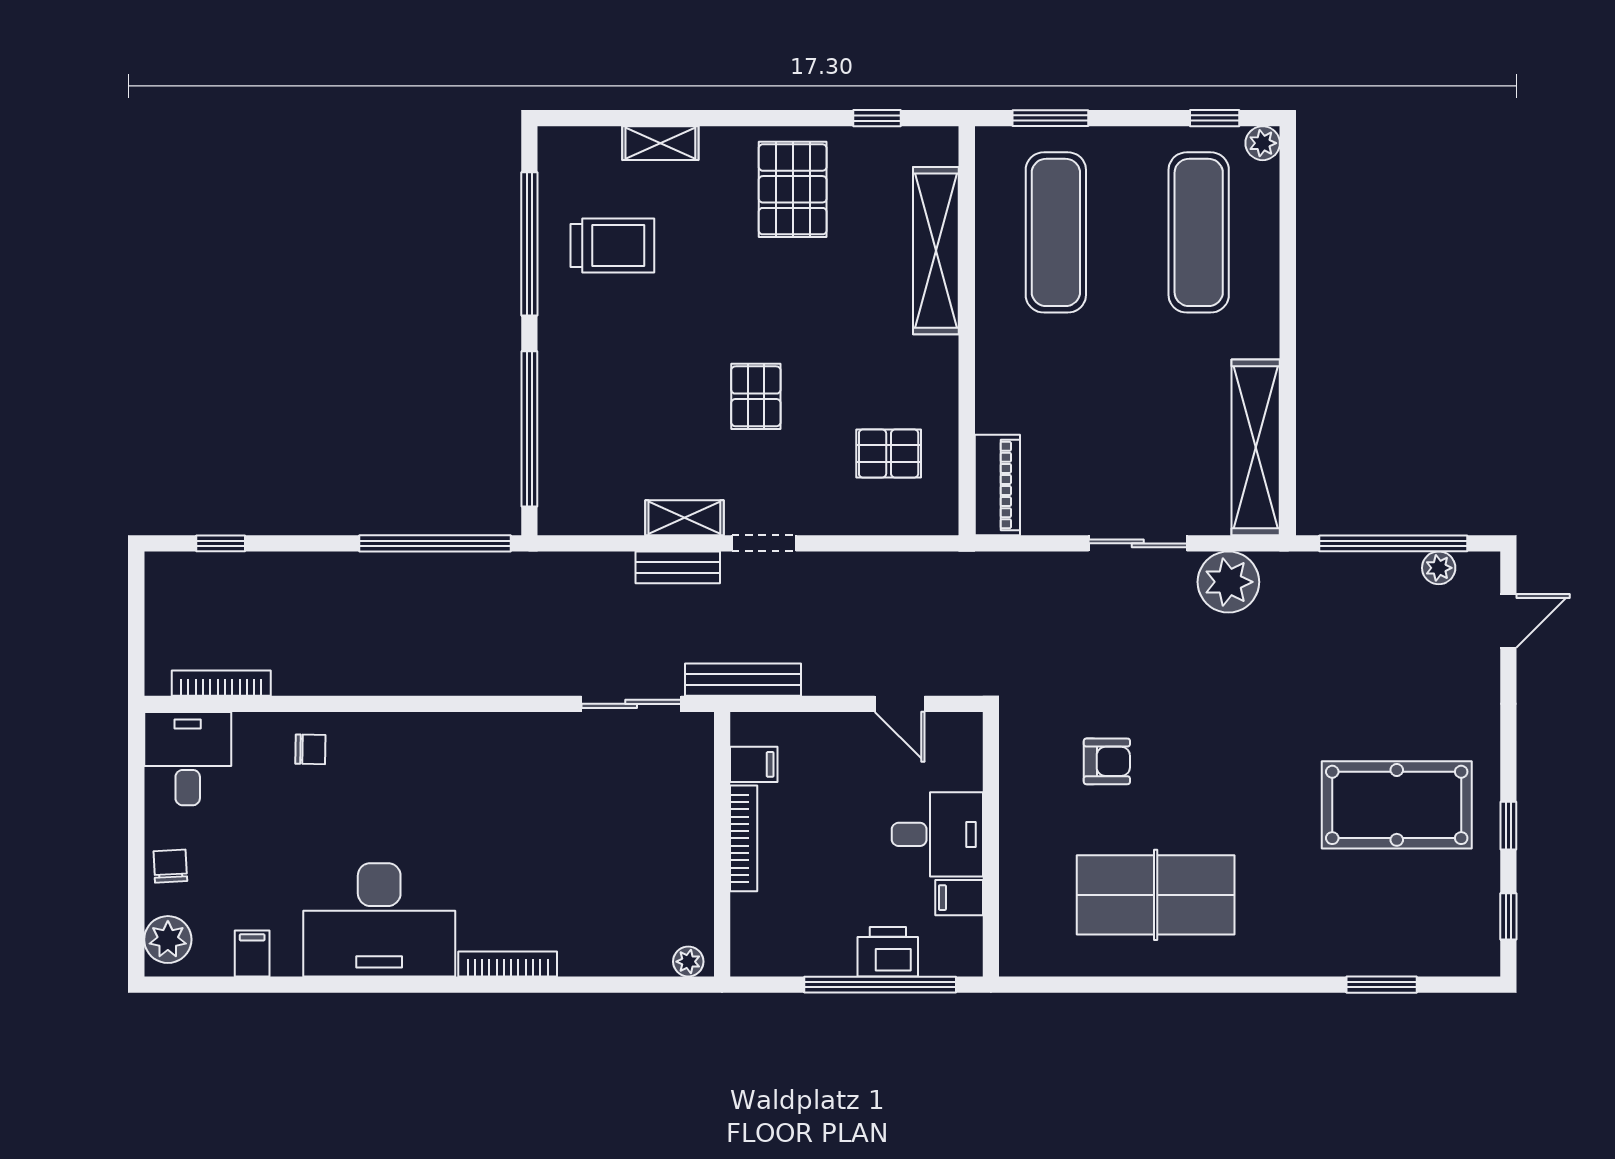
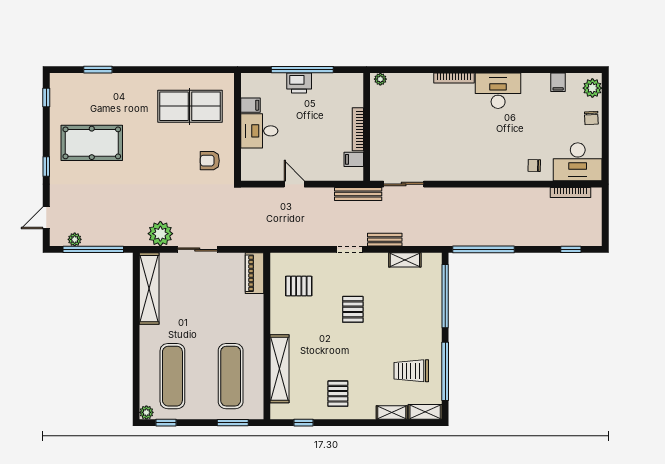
shelving: (578, 144) -> (425, 412), added
pallet: (793, 189) -> (338, 394), width x0.67, depth x0.71
shelving: (684, 518) -> (405, 260), moved
desk: (188, 759) -> (578, 162), width x1.37
window: (1508, 826) -> (46, 166), moved
desk: (937, 834) -> (259, 131), moved
wall: (991, 844) -> (237, 127), moved
filing cabinet: (959, 898) -> (250, 105), moved
desk: (379, 920) -> (498, 91), width x0.73, depth x0.77

